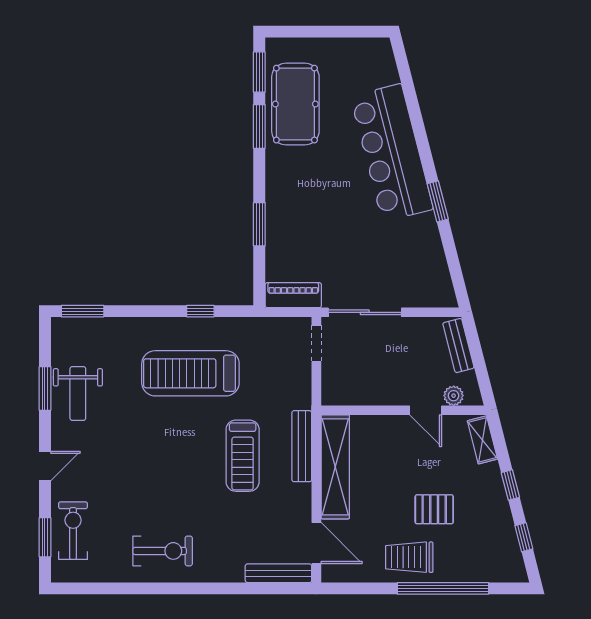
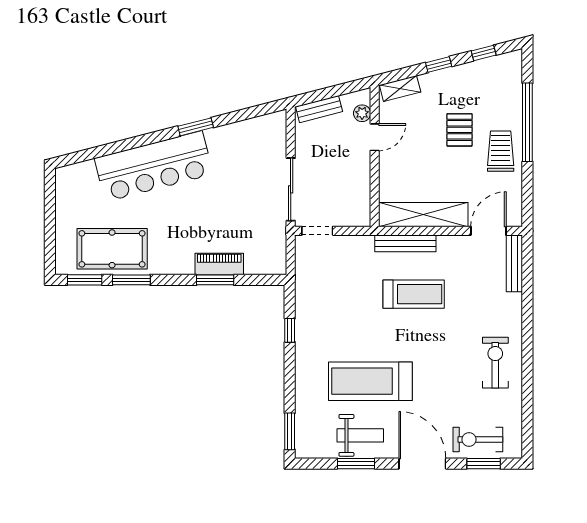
piano: (293, 295) -> (219, 264), moved, turned 90
treadmill: (190, 373) -> (370, 381), moved, turned 90
door: (45, 466) -> (422, 464), width x1.88
trolley: (409, 557) -> (501, 151), turned 180

